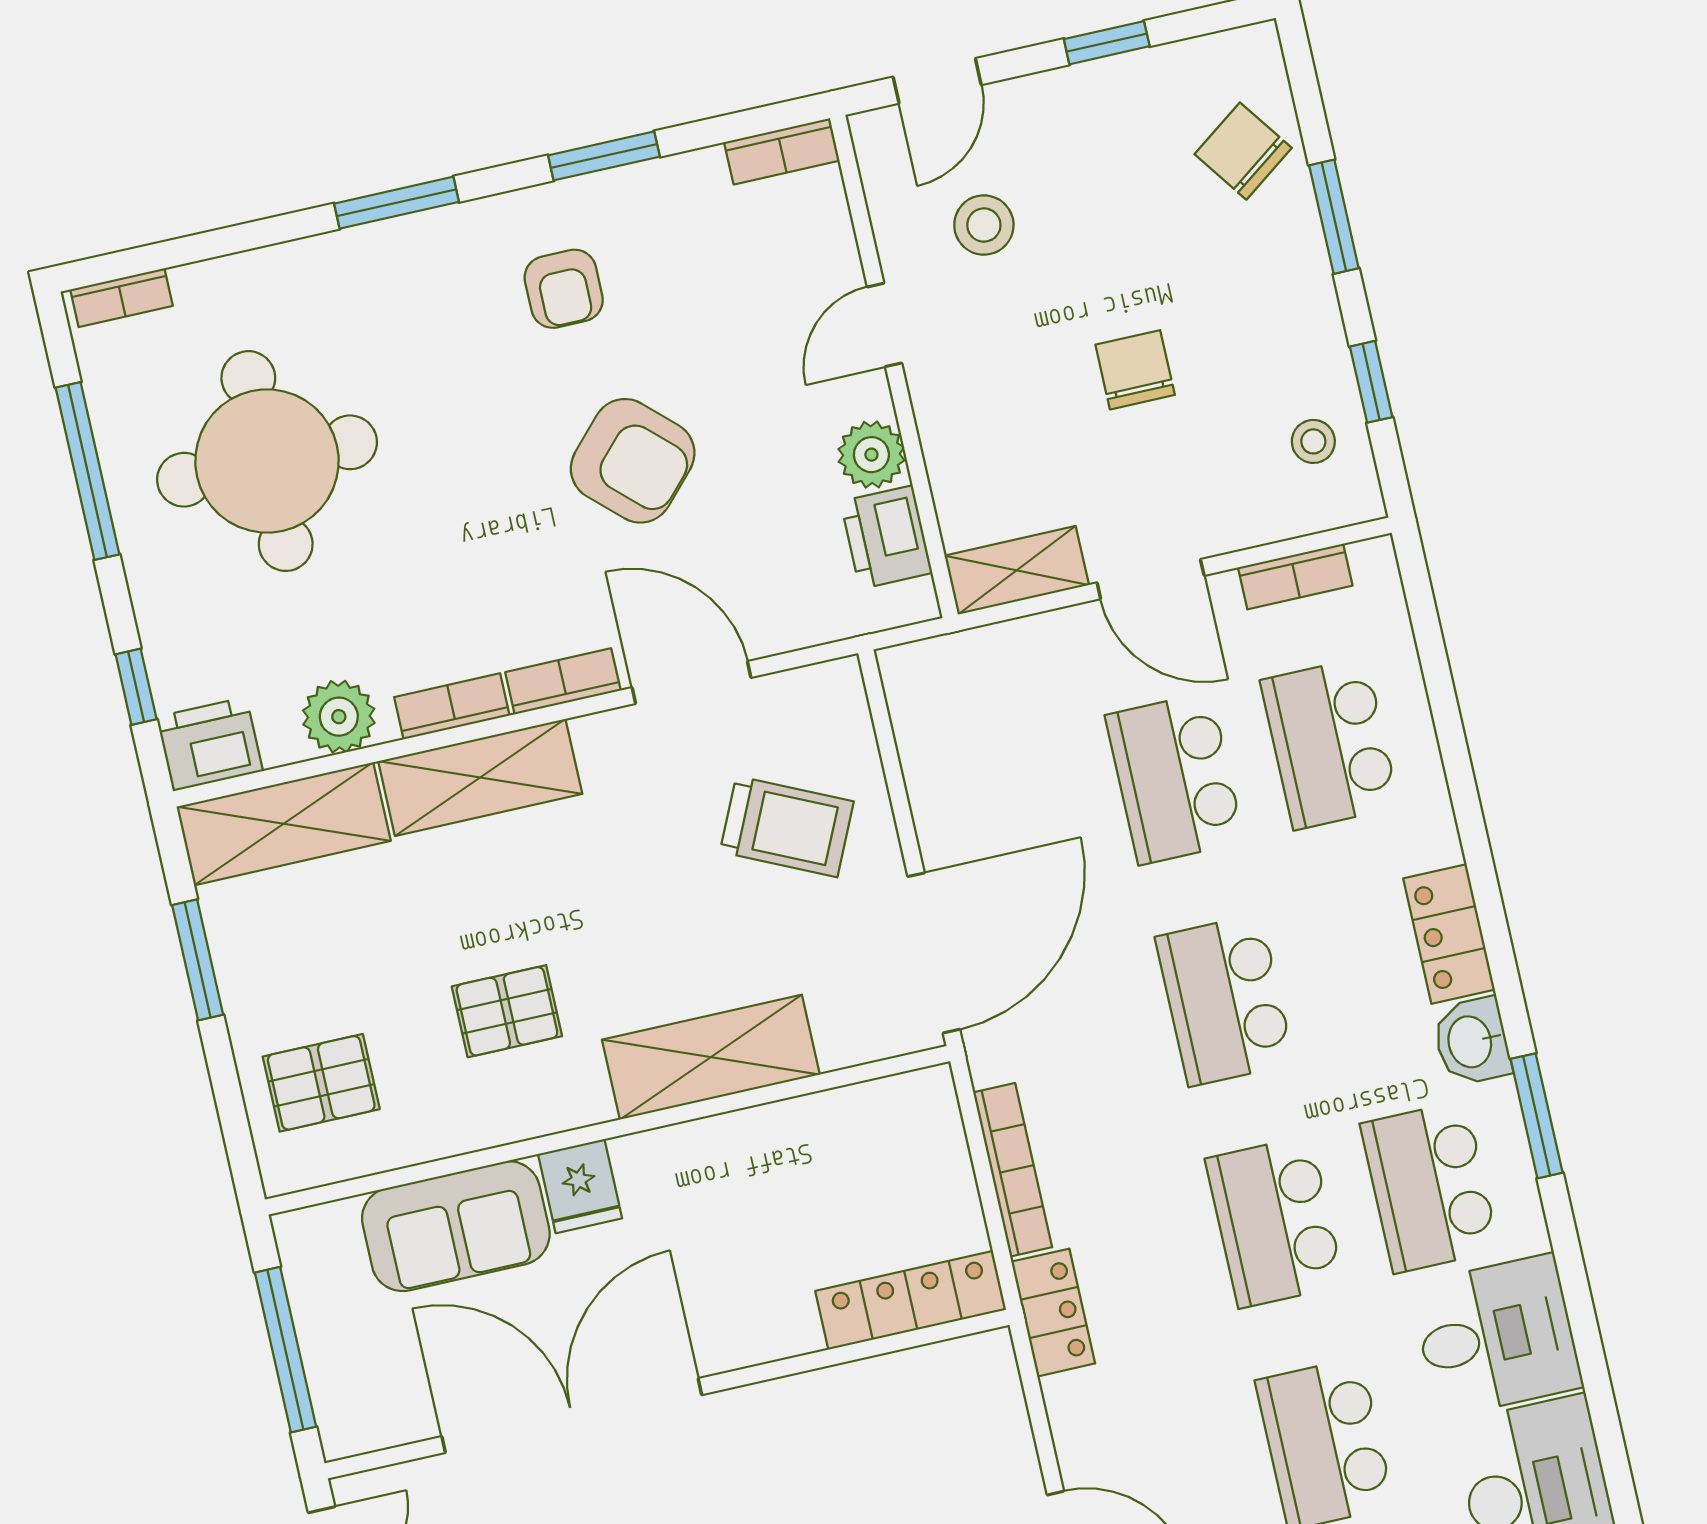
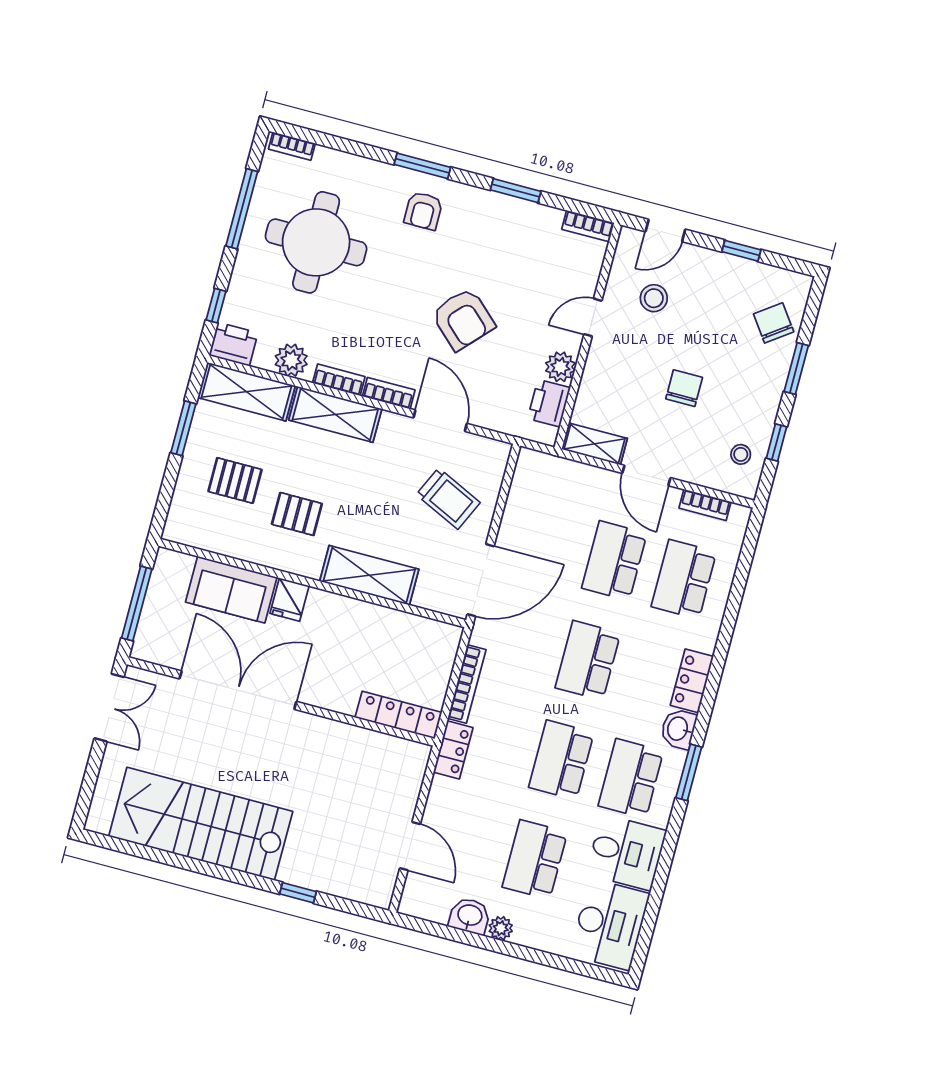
armchair: (564, 289) -> (423, 211), moved
pallet: (321, 1083) -> (235, 480), moved

